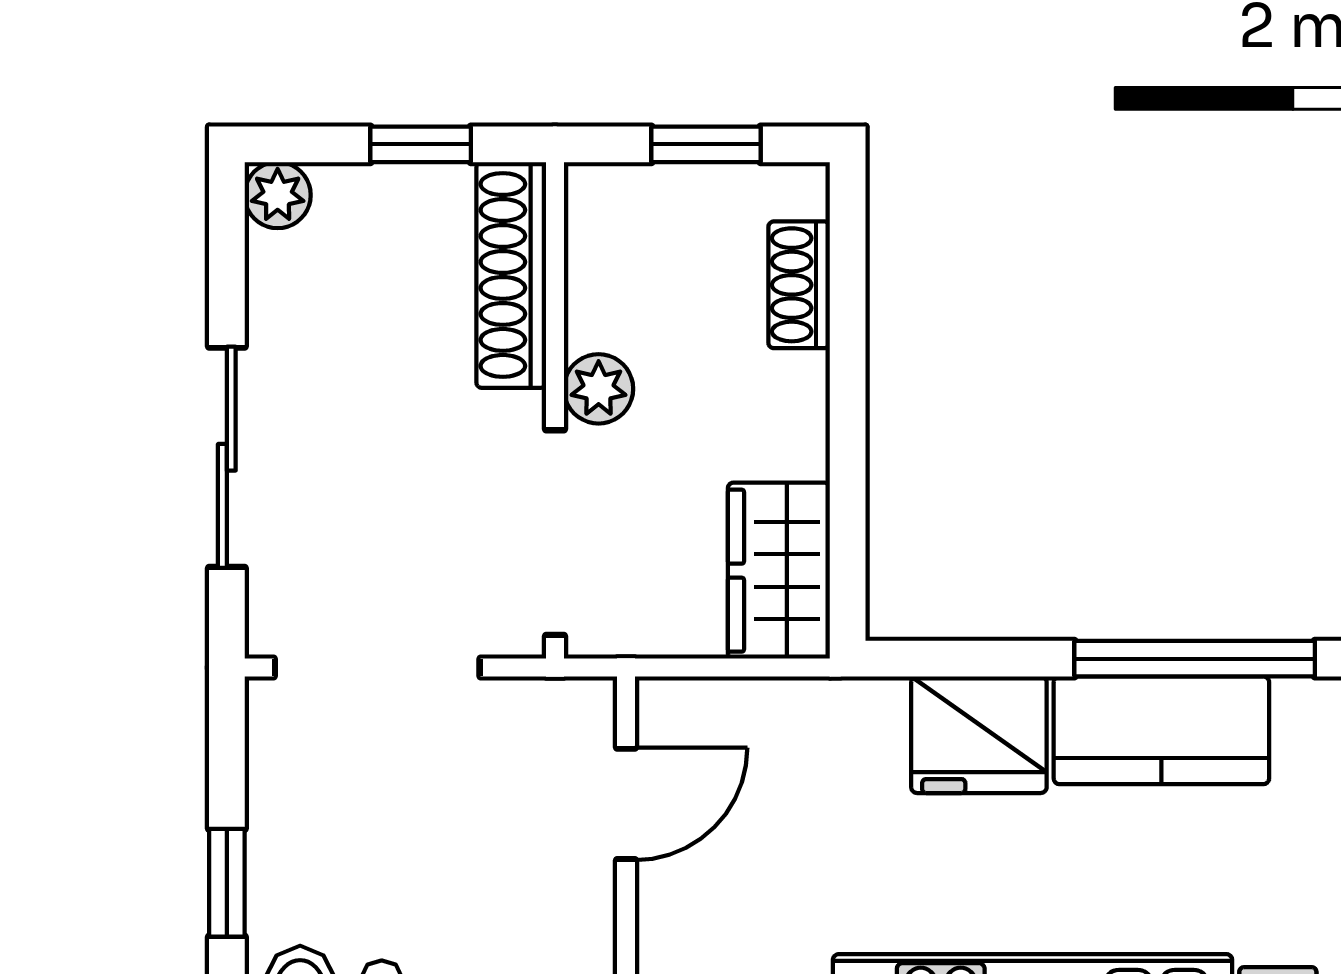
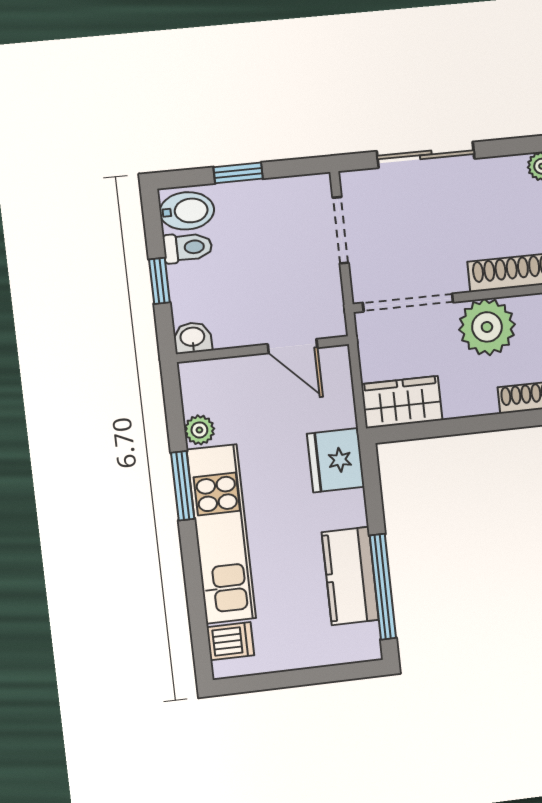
plant: (599, 389) -> (487, 327), width x1.88, depth x1.88
doorway: (377, 668) -> (341, 230), width x0.73
fridge: (979, 735) -> (336, 460), moved

